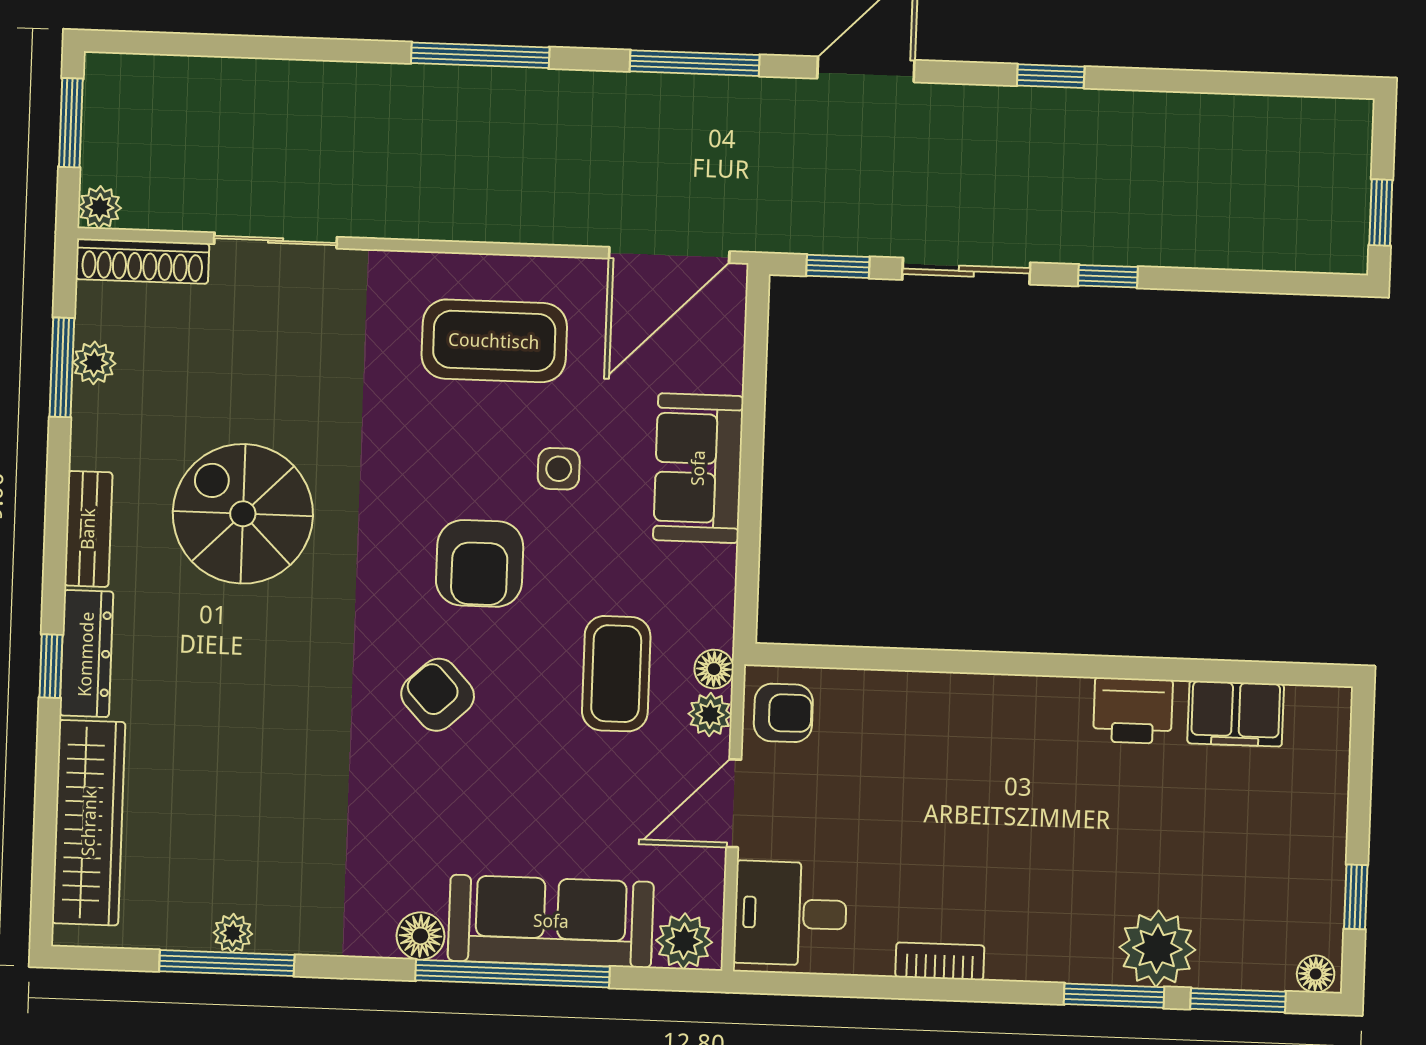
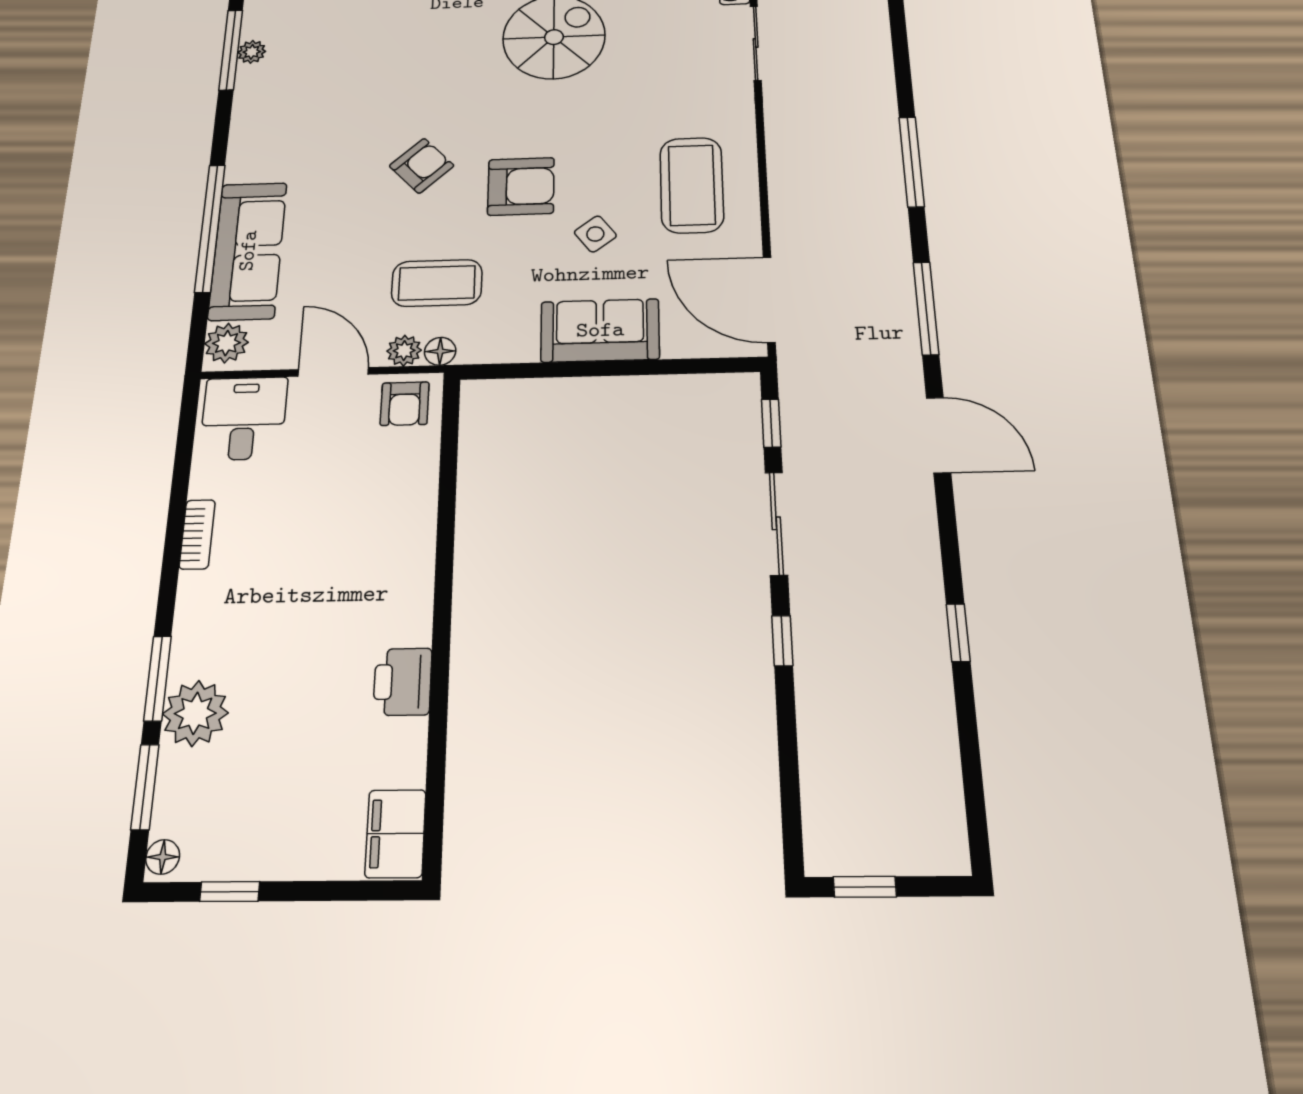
window: (1051, 76) -> (958, 633), moved
side table: (559, 469) -> (595, 234), turned -37
armchair: (480, 563) -> (521, 186), turned 180
filing cabinet: (1236, 714) -> (395, 834), moved
floor lamp: (420, 936) -> (242, 167), removed

